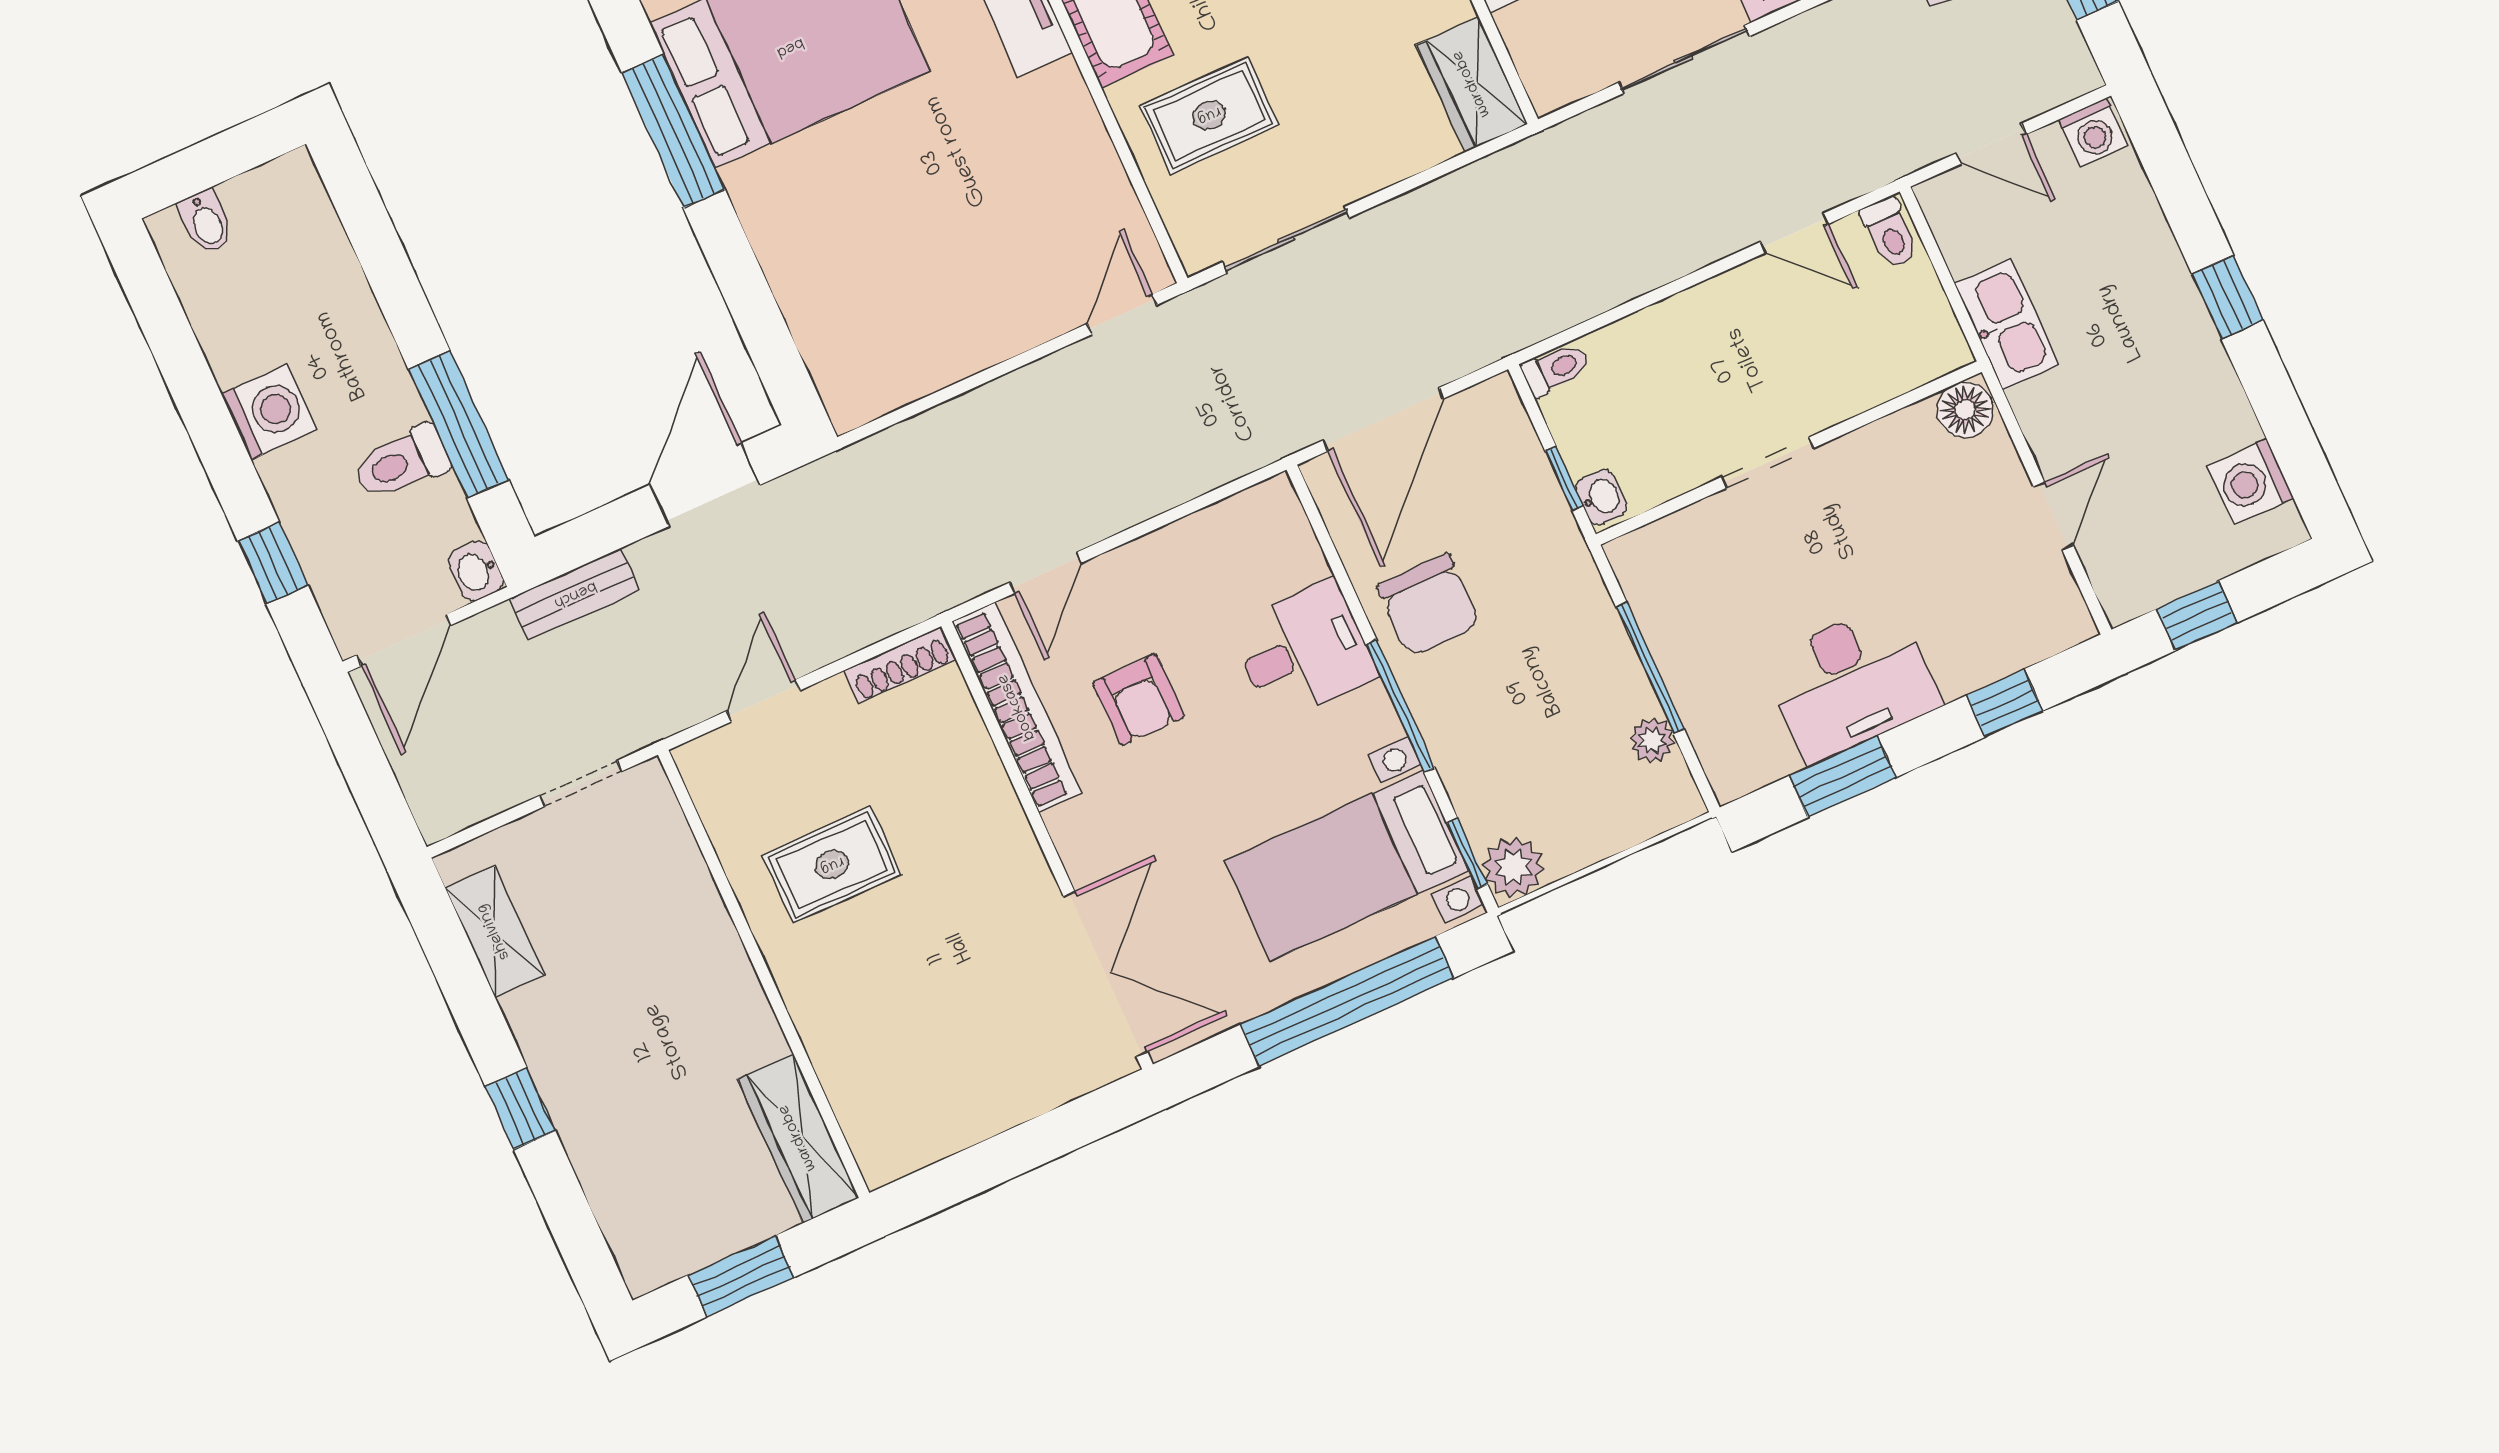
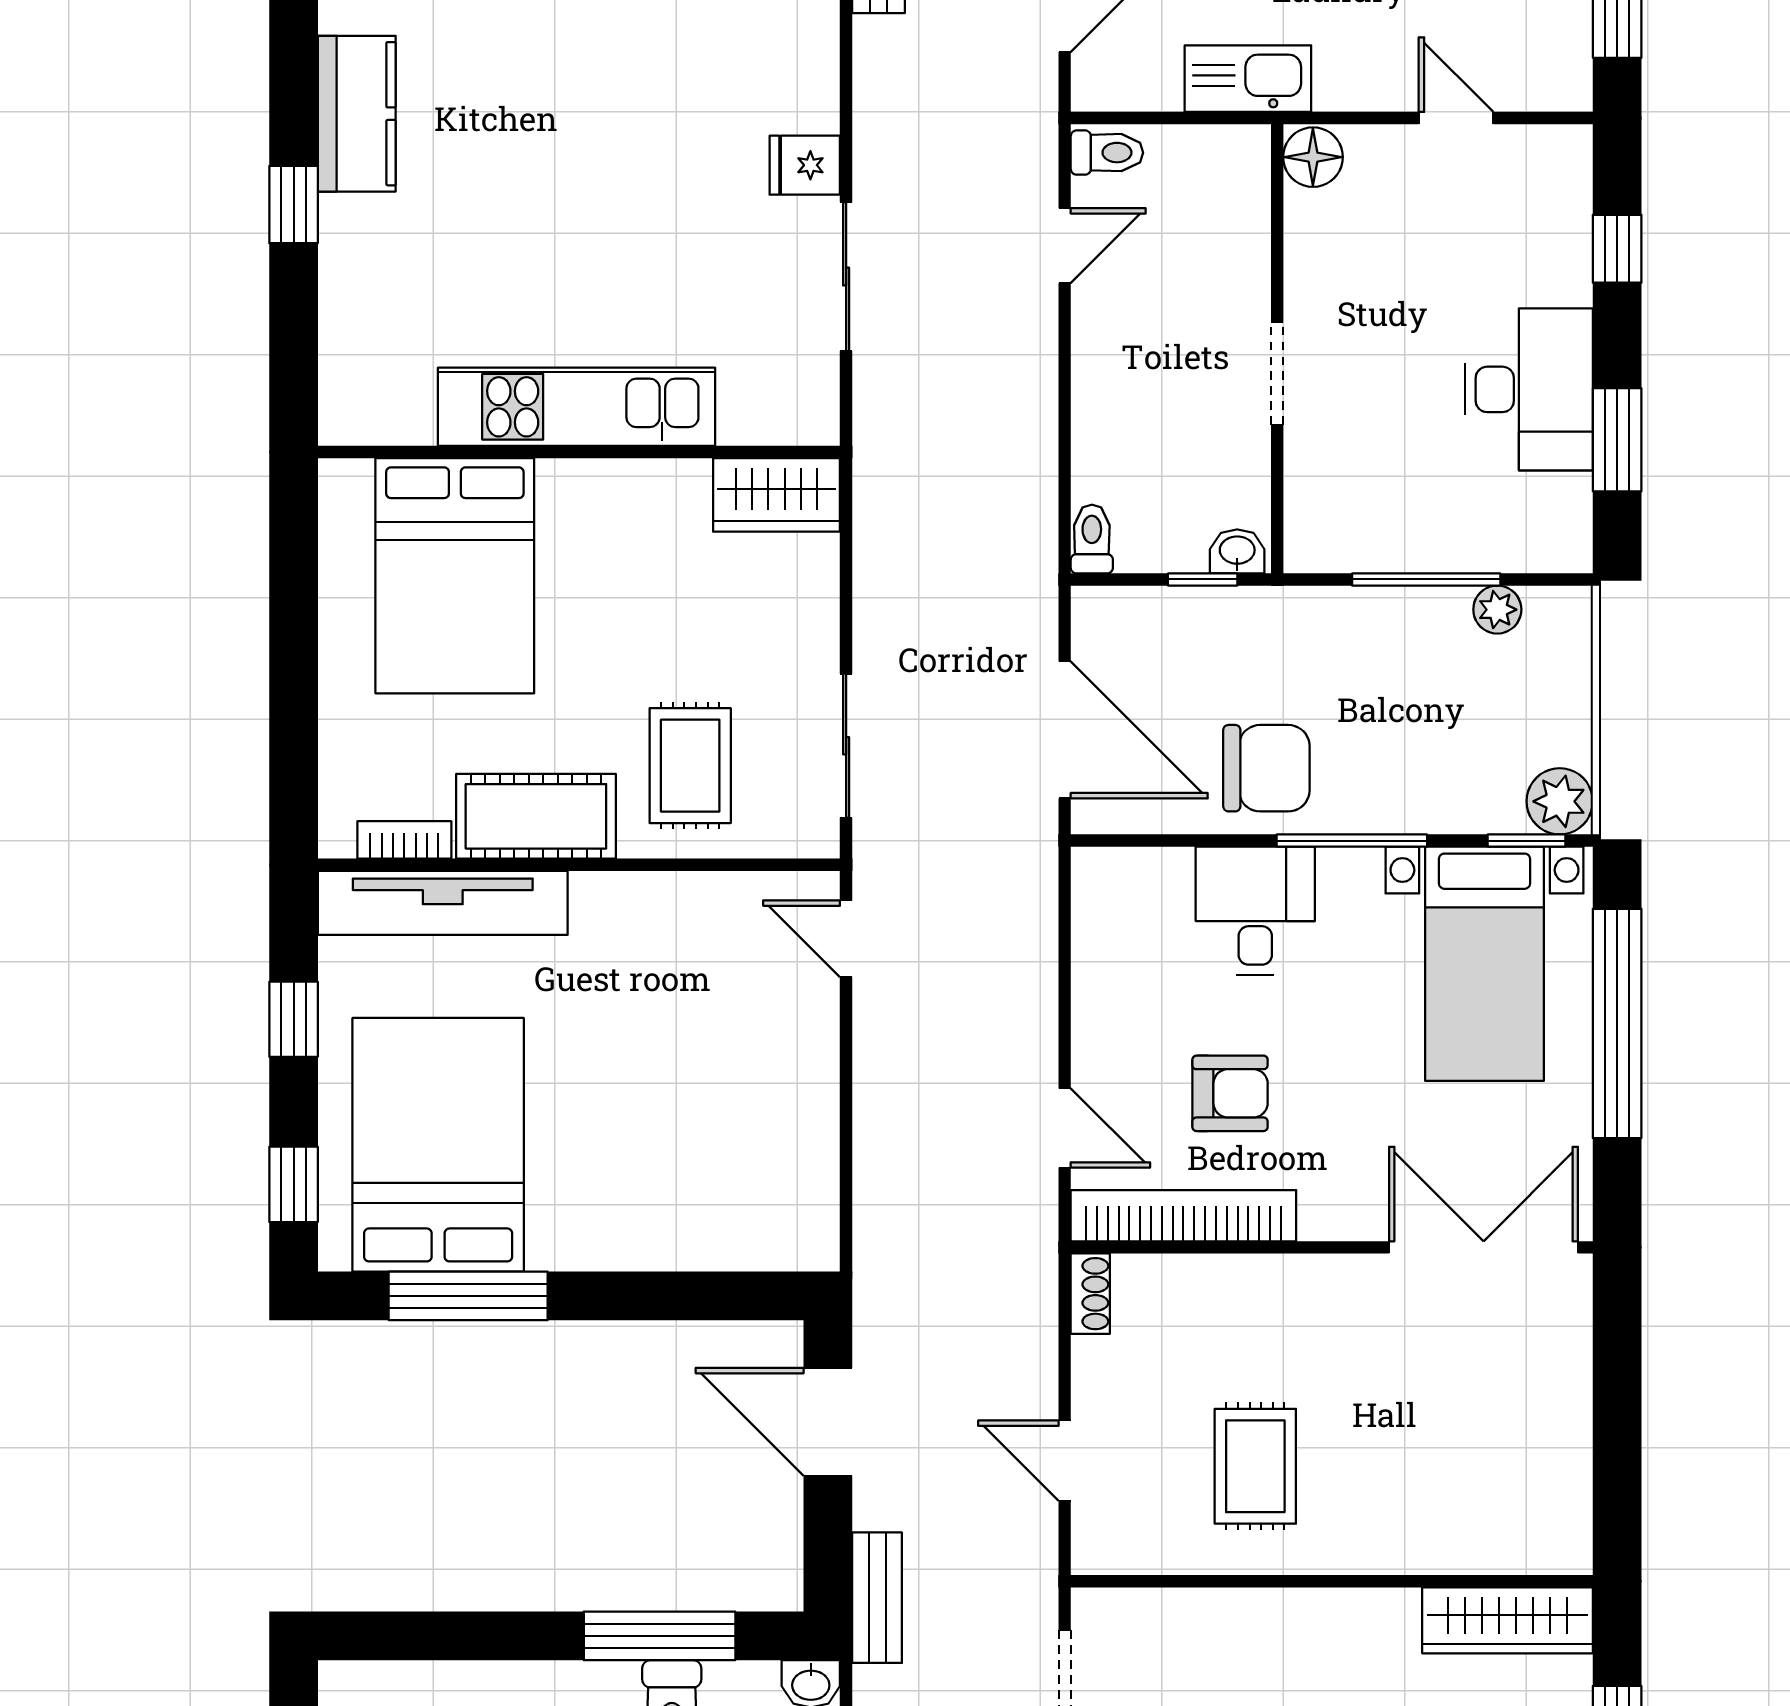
shoe rack: (900, 665) -> (1090, 1294), width x0.70

